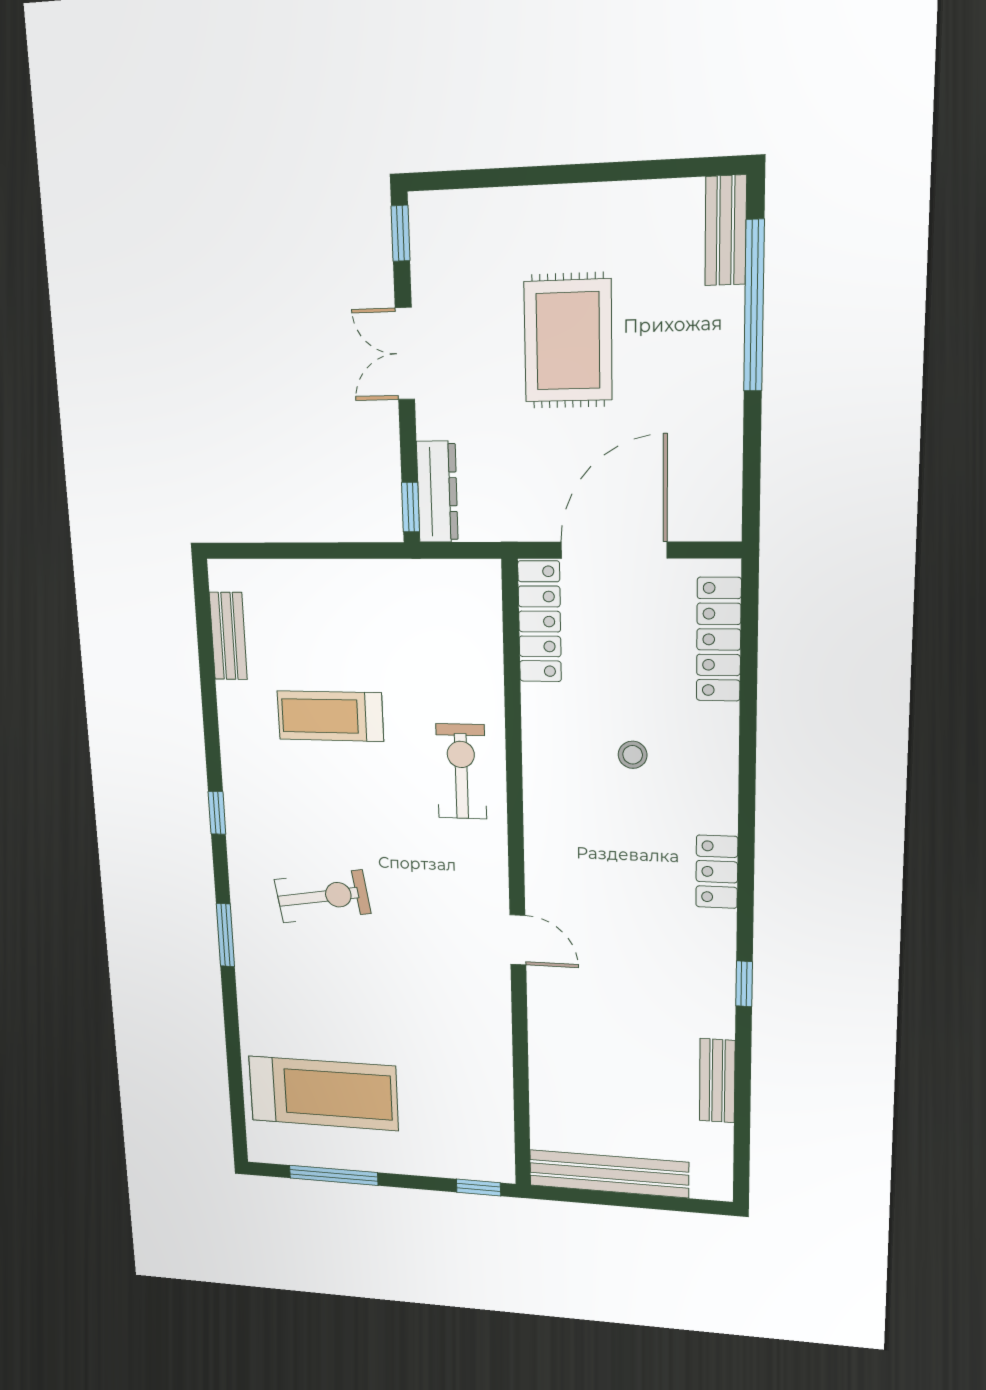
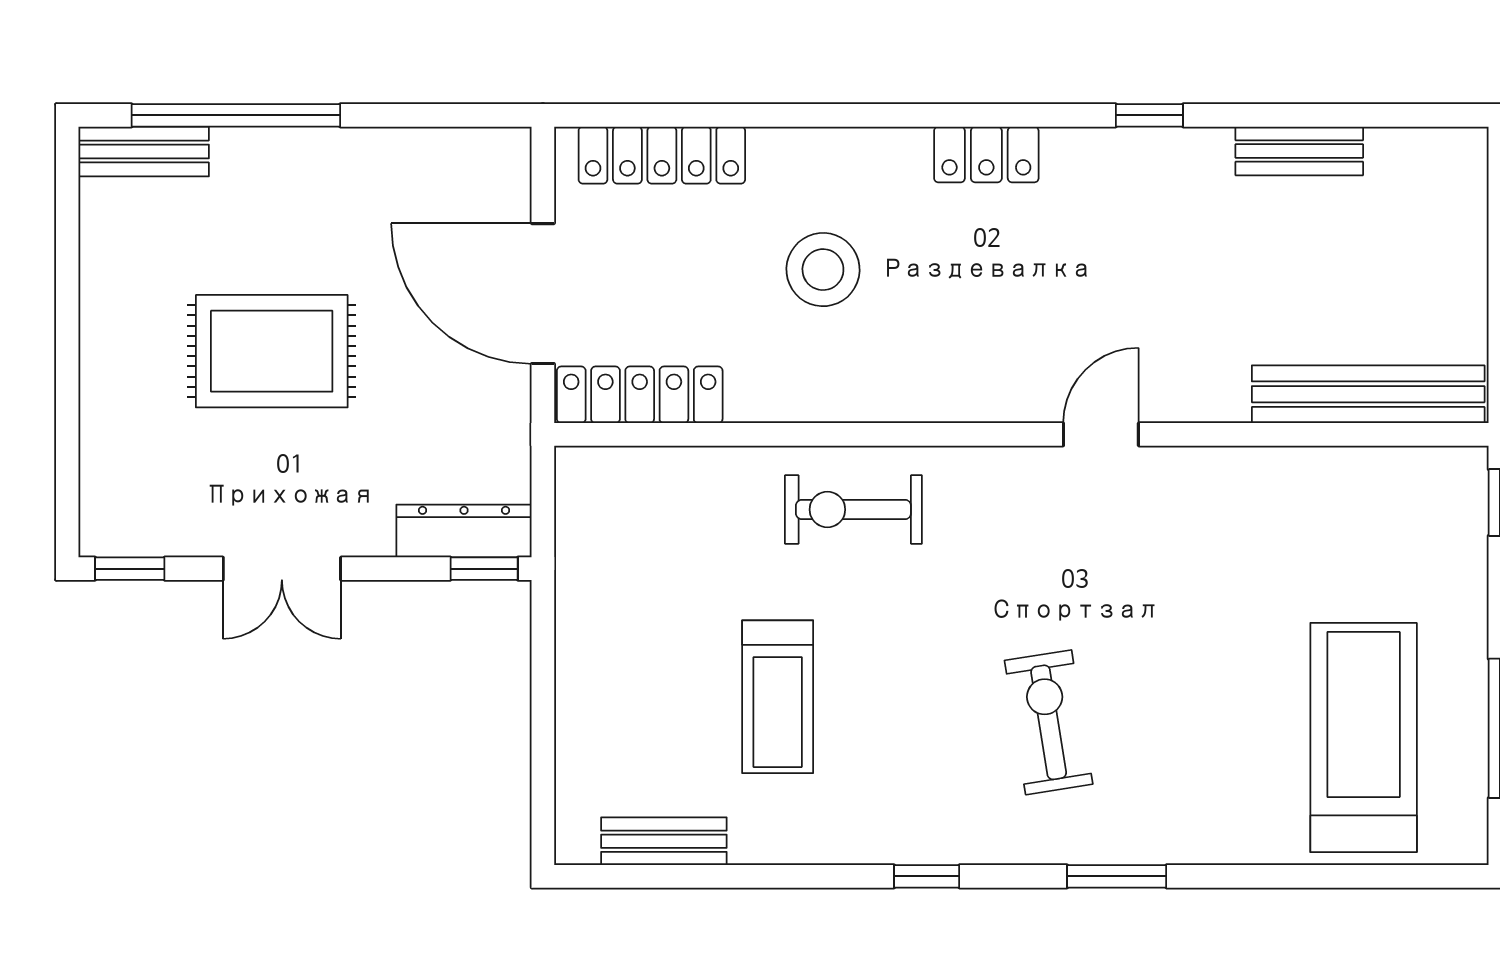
stool: (633, 755) -> (823, 270), width x1.89, depth x1.89
bench: (609, 1174) -> (1368, 394), moved, turned 90

